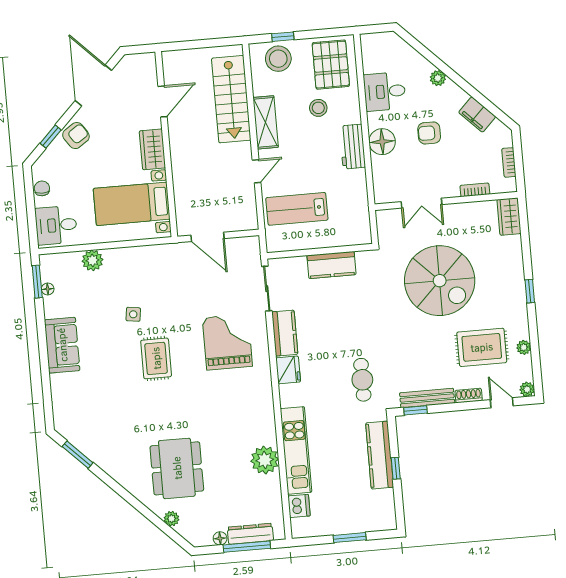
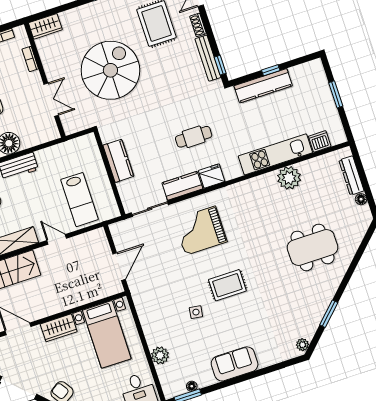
cafe table: (362, 380) -> (194, 137), moved
window: (78, 455) -> (329, 314), moved
plant: (172, 519) -> (302, 345), moved
window: (247, 547) -> (363, 176), removed

